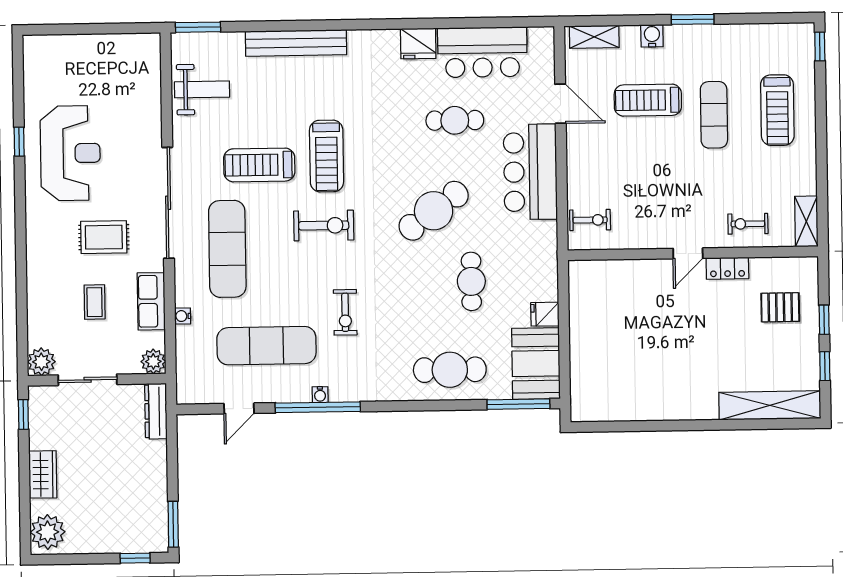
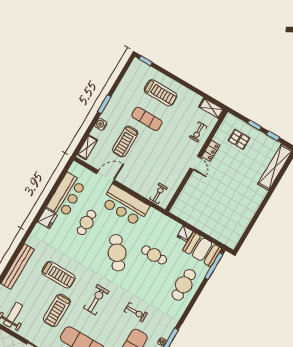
treadmill: (327, 156) -> (59, 275), moved
pallet: (780, 307) -> (239, 139), turned 90

